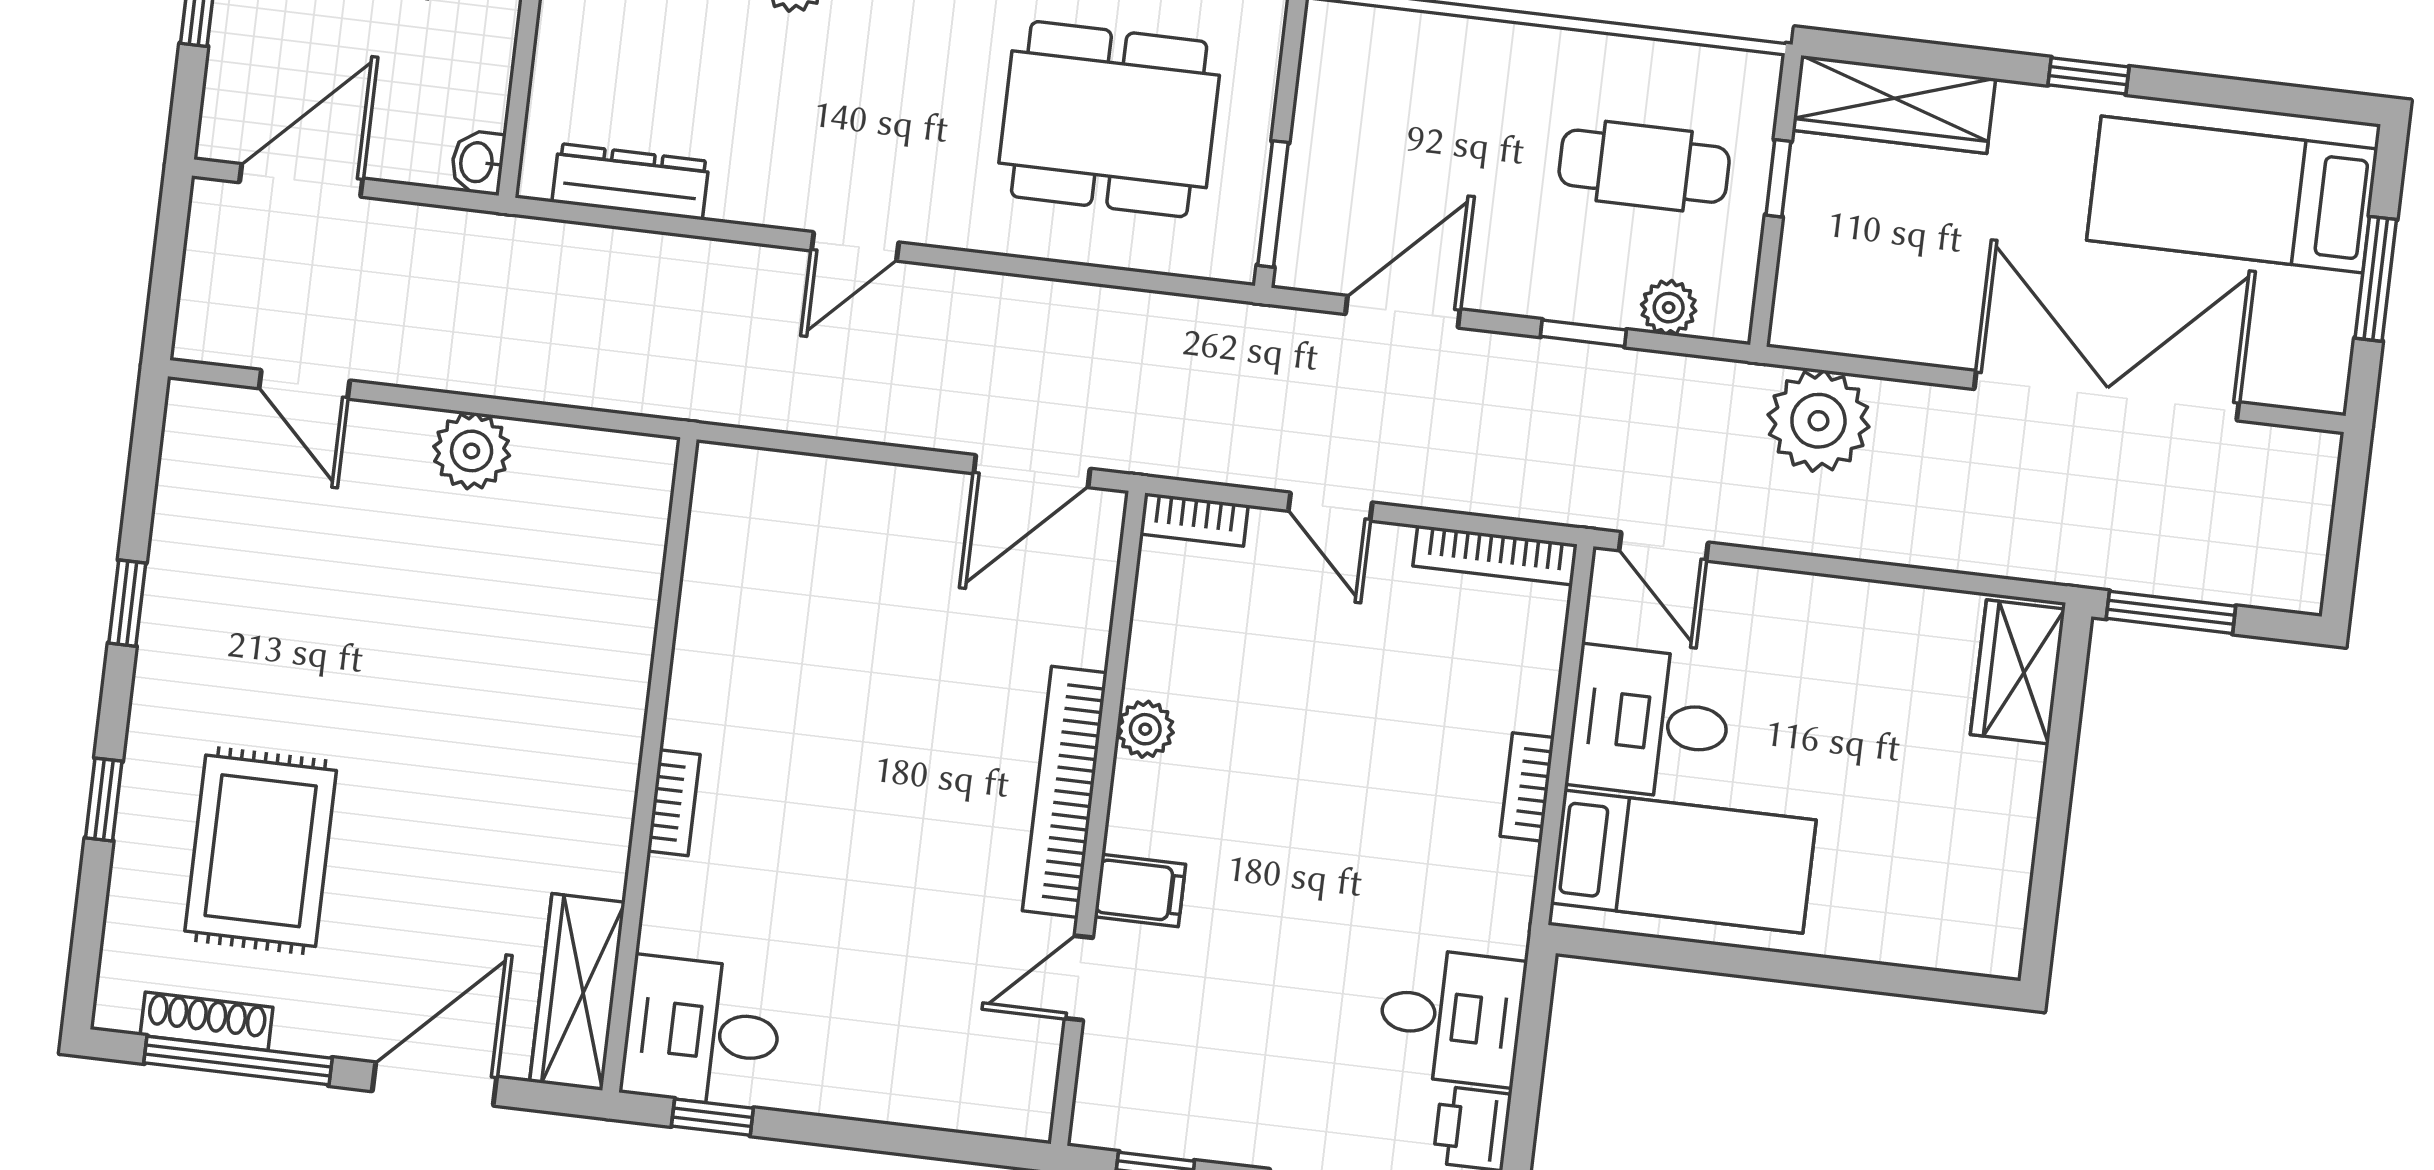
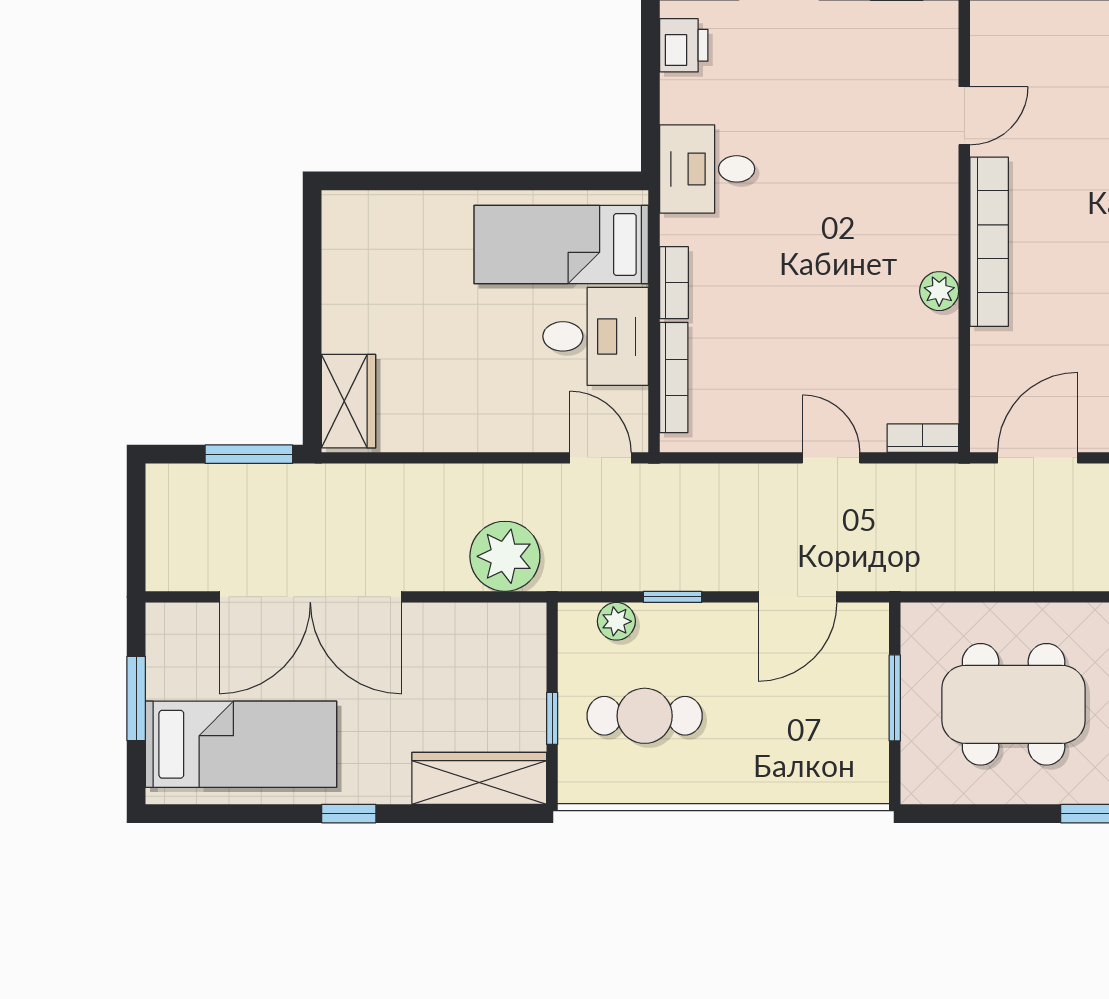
window: (1273, 204) -> (895, 698), moved
bookcase: (1495, 555) -> (674, 377), moved, turned 90
filing cabinet: (1140, 891) -> (930, 181), removed
desk: (1451, 1017) -> (707, 169), moved

